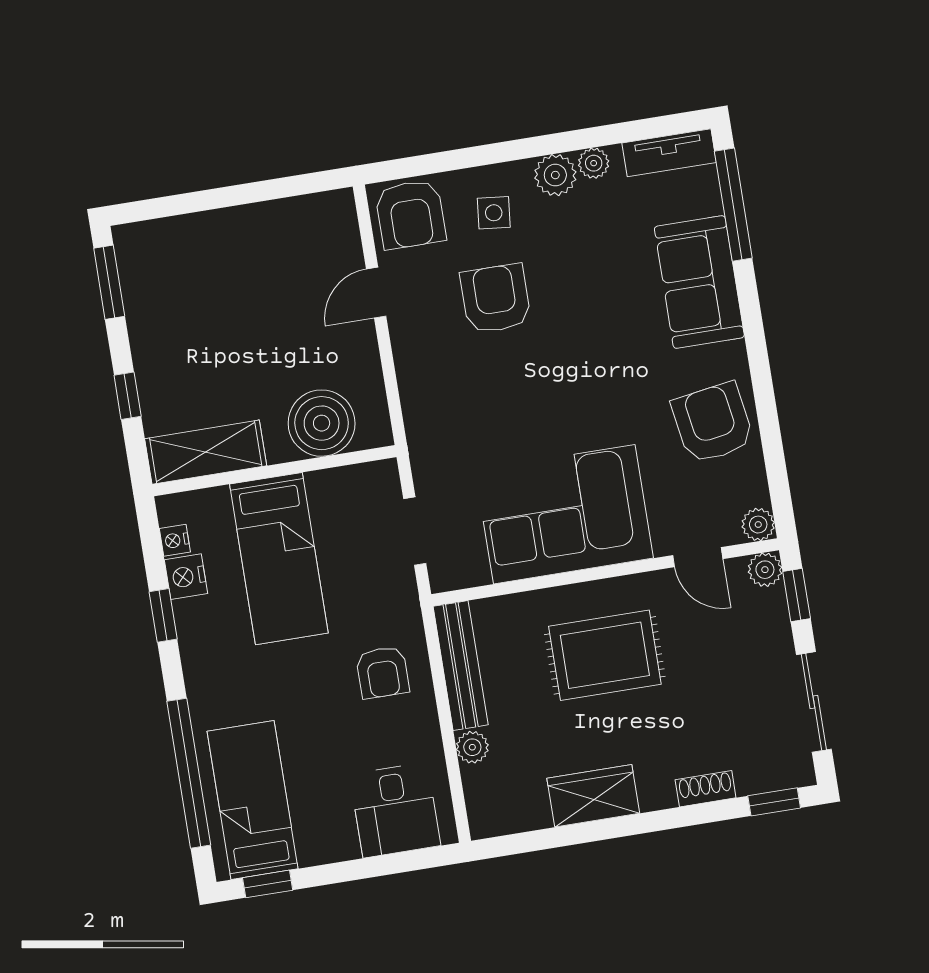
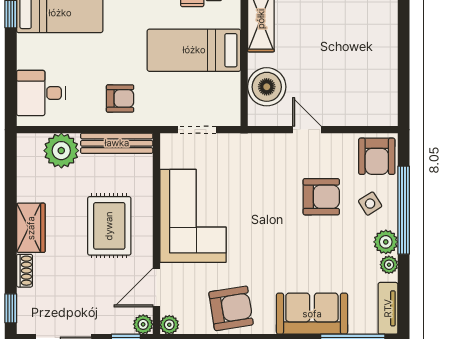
window: (496, 153) -> (404, 210), added
side table: (494, 213) -> (370, 204), turned -38
armchair: (410, 214) -> (377, 156), turned -90
door: (376, 293) -> (307, 130), moved
door: (698, 557) -> (156, 288), width x1.38
armchair: (383, 672) -> (120, 98), turned 180
plant: (472, 747) -> (61, 151), width x1.87, depth x1.87
wardrobe: (593, 796) -> (31, 228), moved

